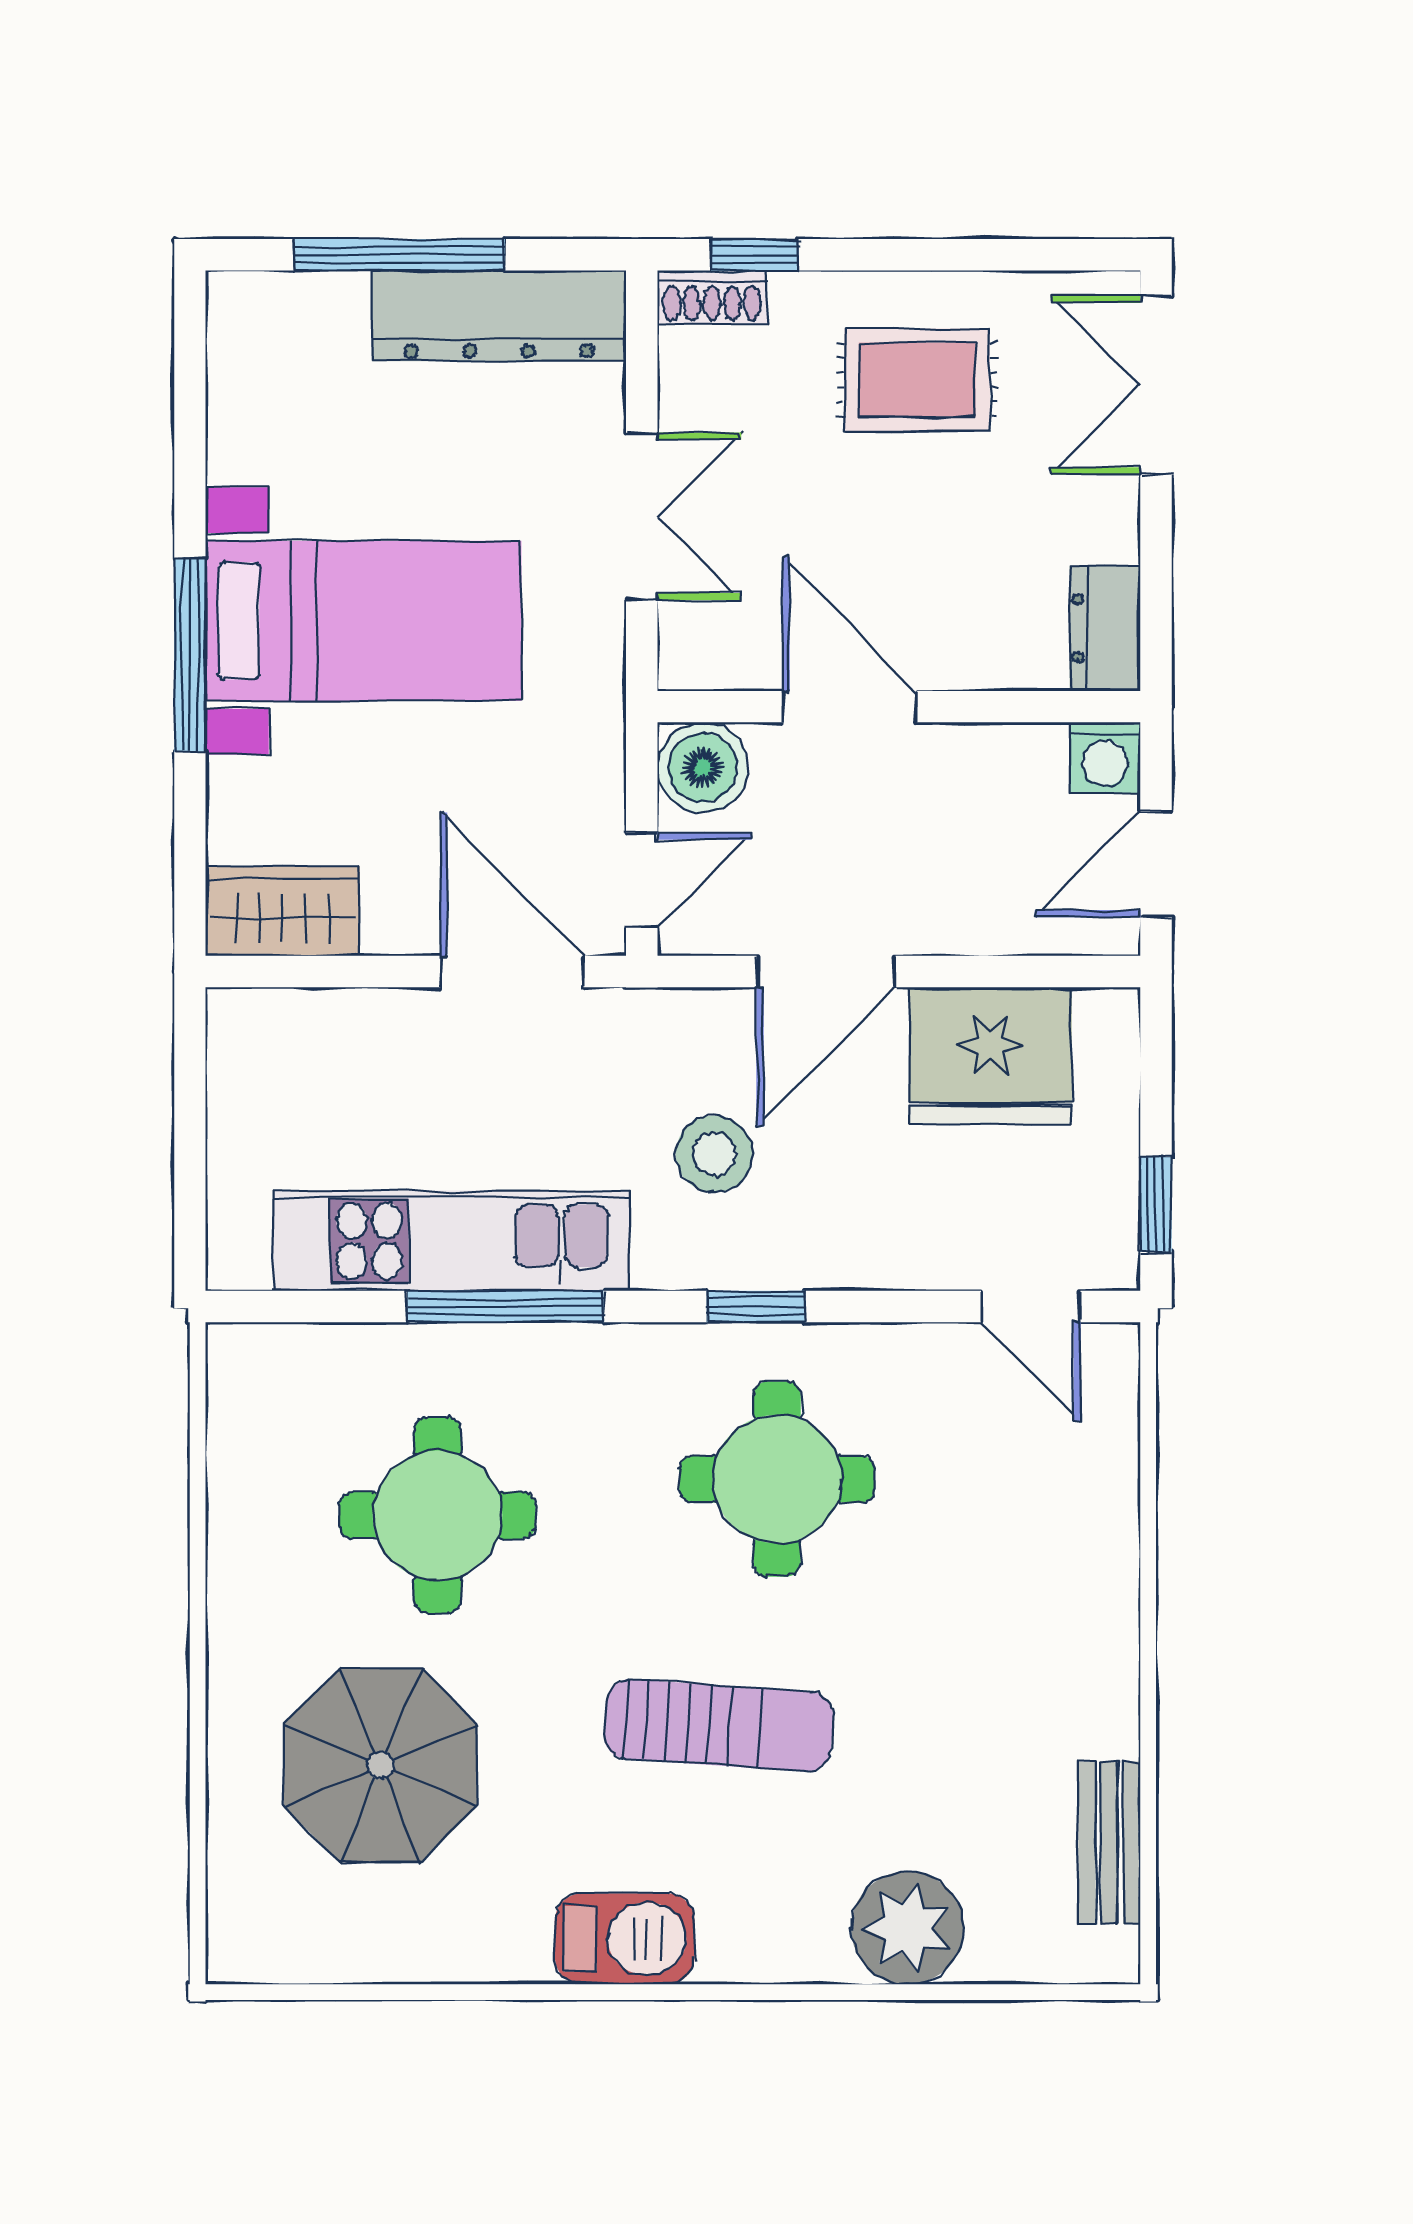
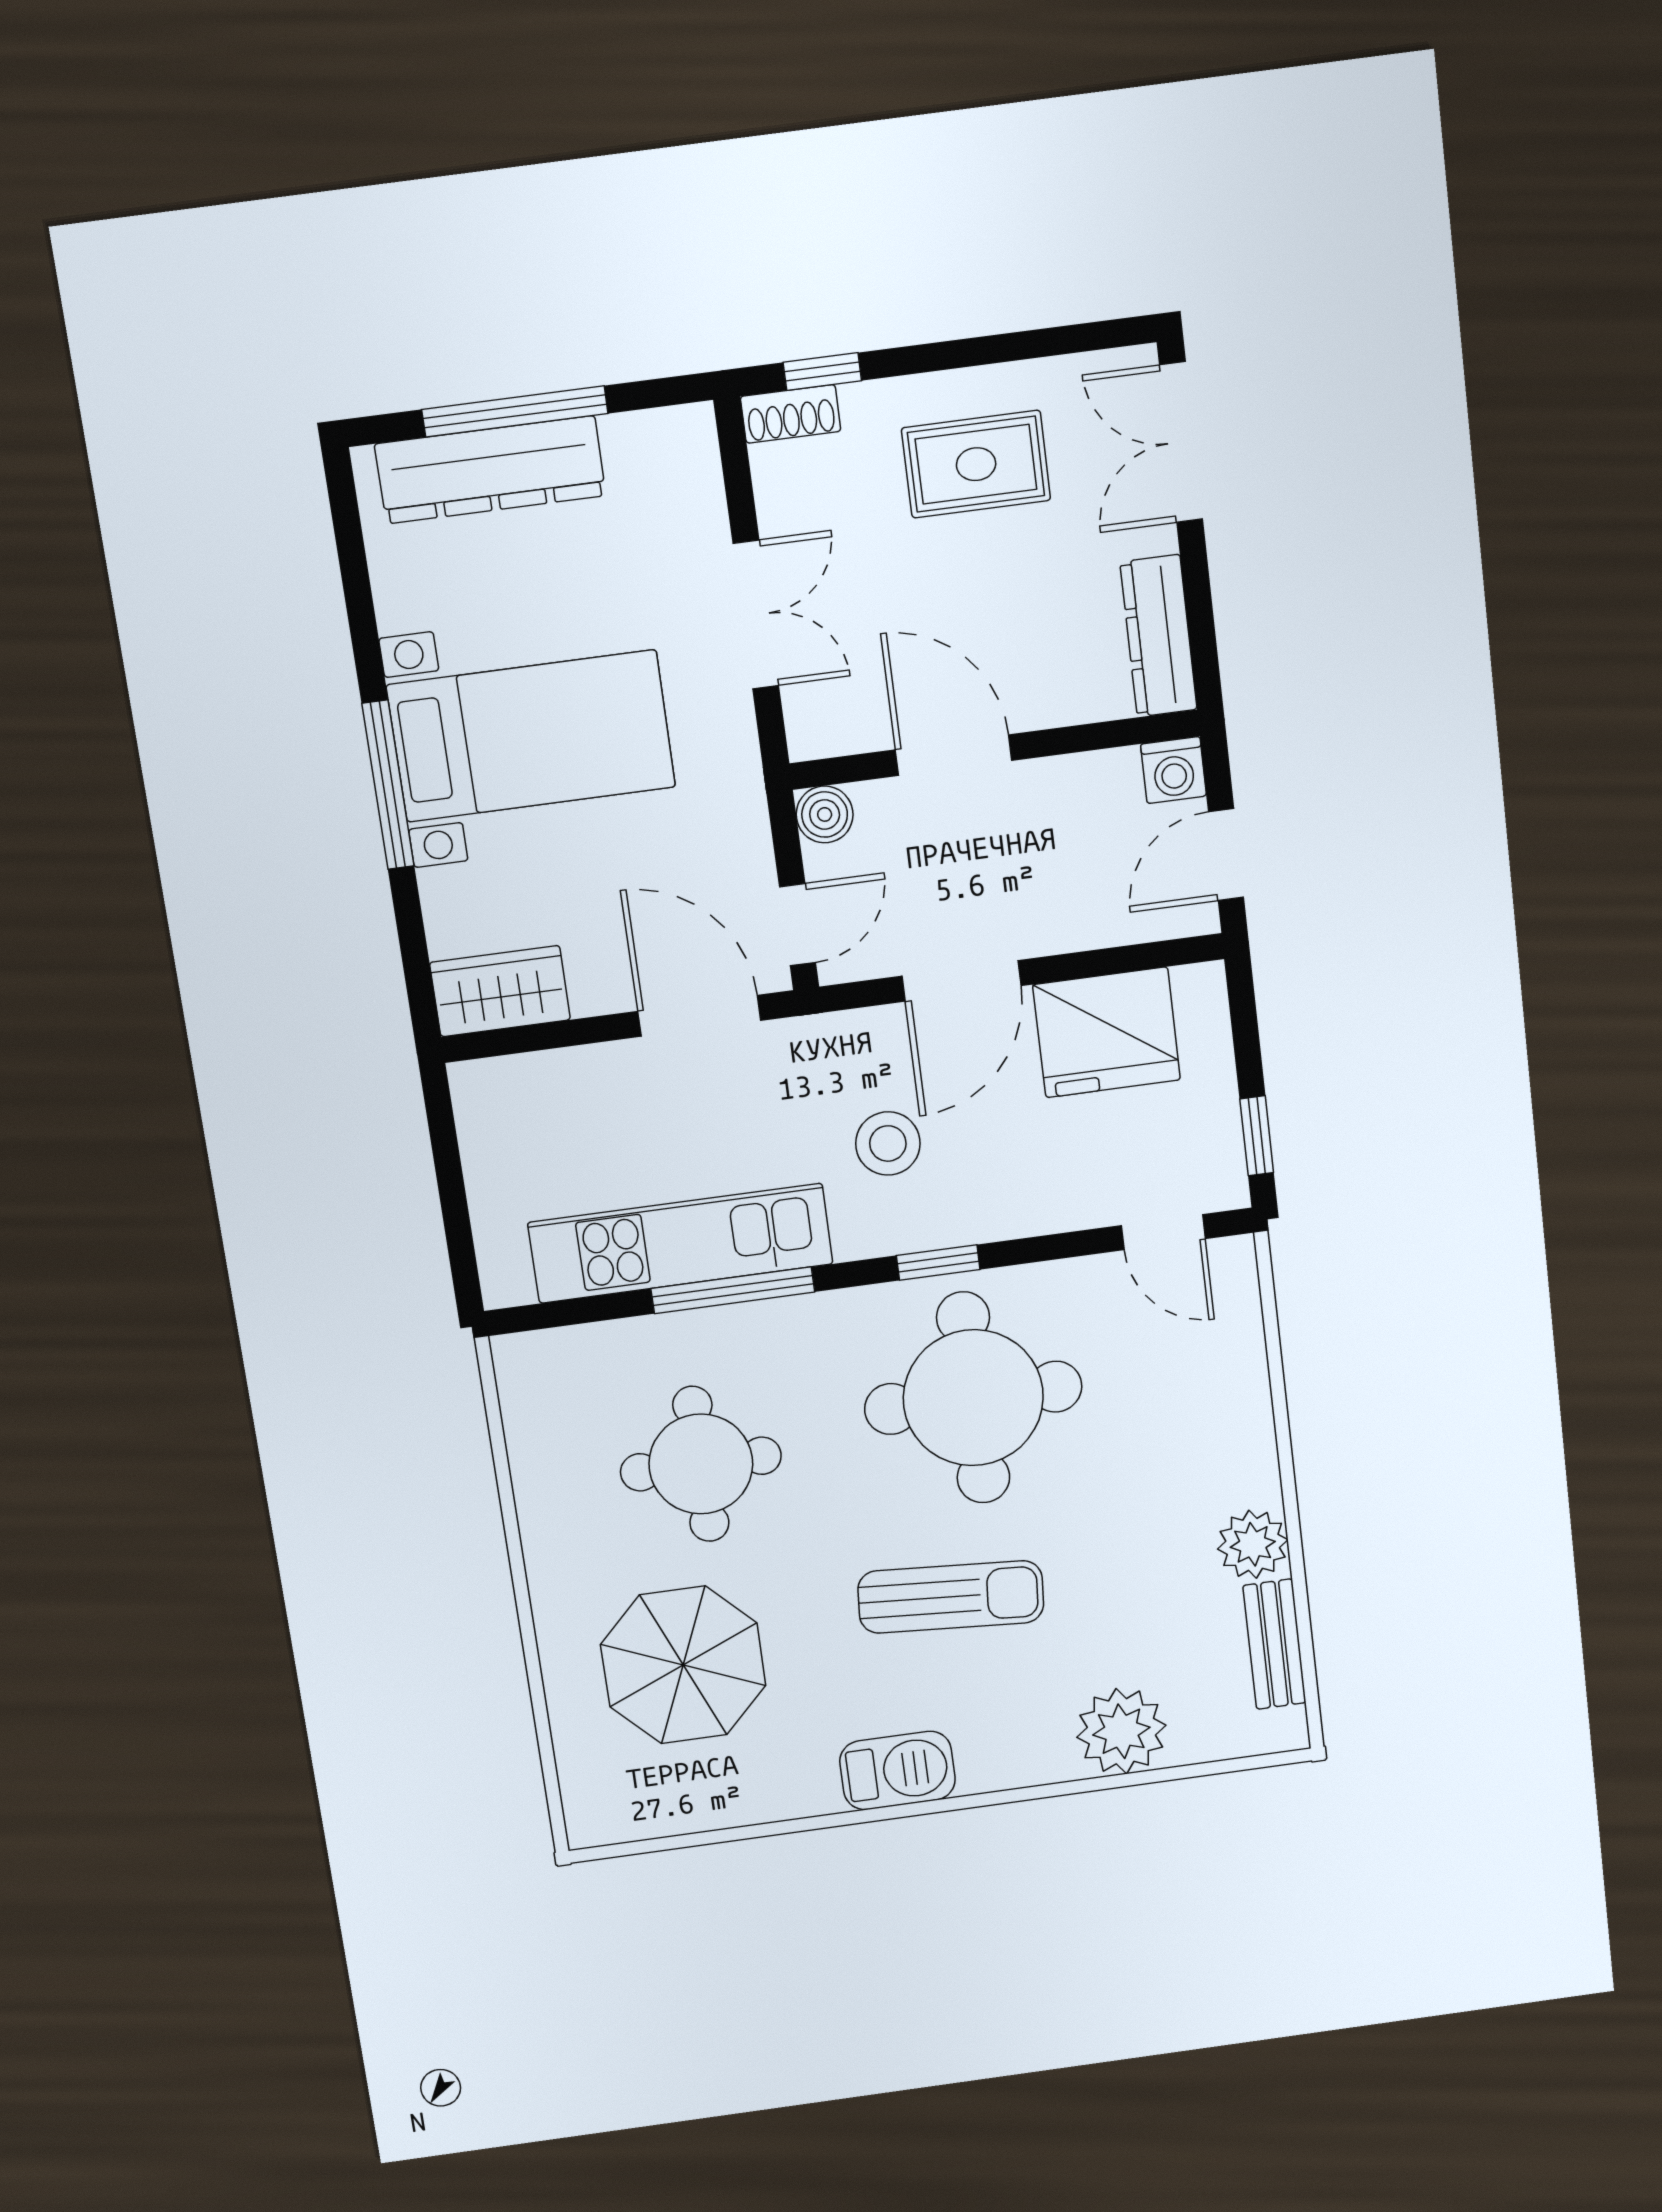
dresser: (499, 316) -> (490, 470), moved
dresser: (1105, 628) -> (1159, 636), width x1.44
boiler: (703, 768) -> (825, 814), width x0.73, depth x0.73
round table: (777, 1479) -> (973, 1398), width x1.36, depth x1.36
plant: (1096, 1711) -> (1253, 1544), added

